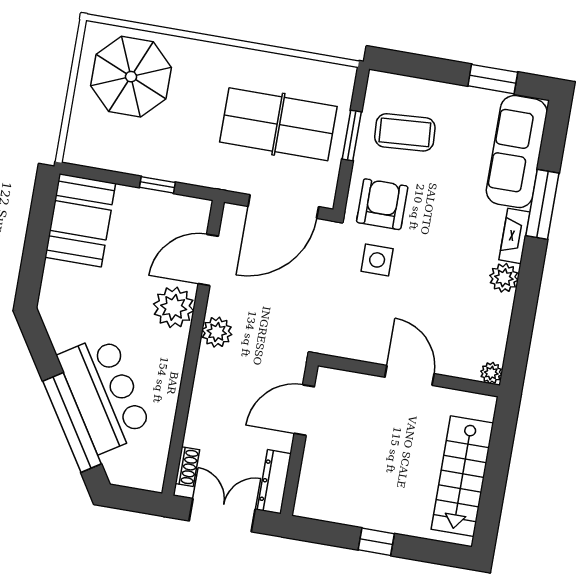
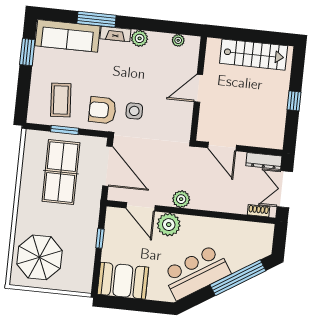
plant: (491, 373) -> (178, 40), moved
bar counter: (105, 394) -> (196, 272), moved

